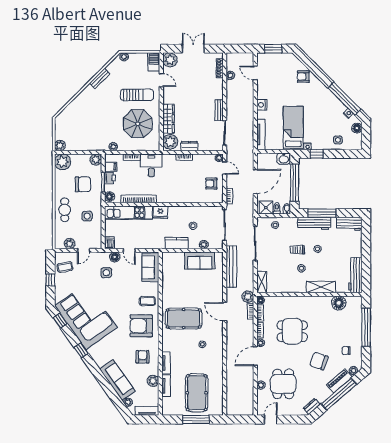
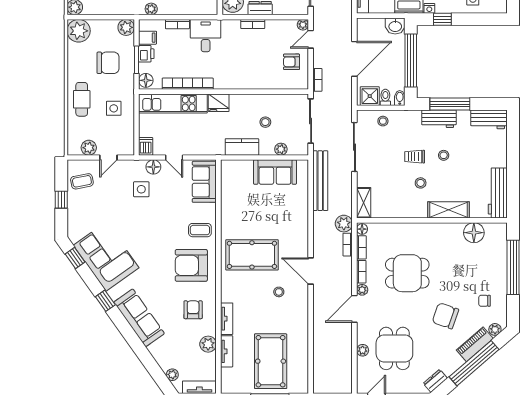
door: (225, 168) -> (311, 39), swing flipped
workbench: (314, 223) -> (439, 119), width x0.73
door: (225, 312) -> (311, 271), moved
corner sofa: (86, 317) -> (106, 257), width x0.73, depth x0.74
sofa: (117, 380) -> (139, 318), moved

